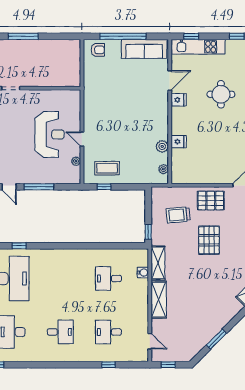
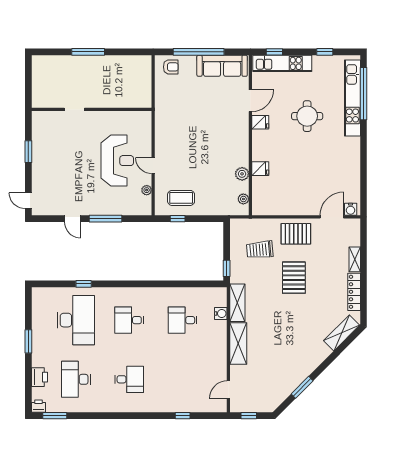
desk: (108, 332) -> (129, 320), moved
door: (150, 341) -> (228, 390), swing flipped

